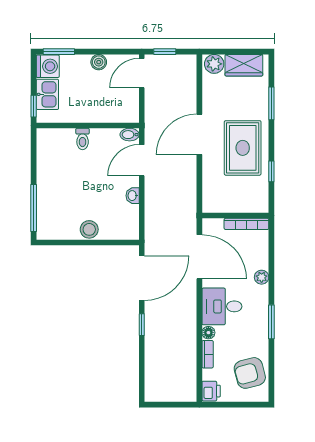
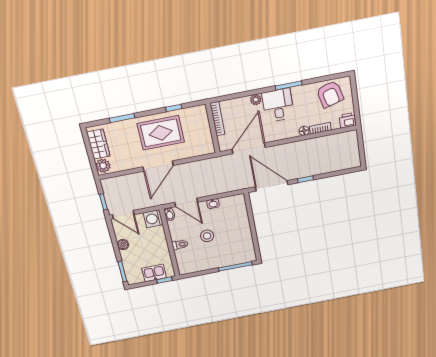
washing machine: (48, 66) -> (153, 219), moved, turned -90
door: (199, 134) -> (158, 166), hinge flipped
stool: (89, 229) -> (207, 236), moved
desk: (222, 306) -> (278, 105), moved, turned 180

